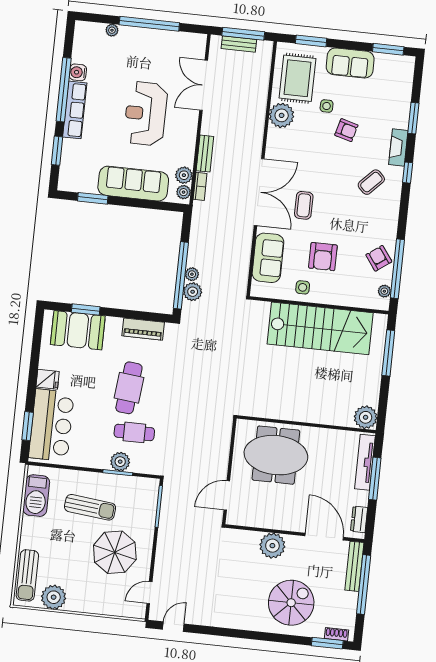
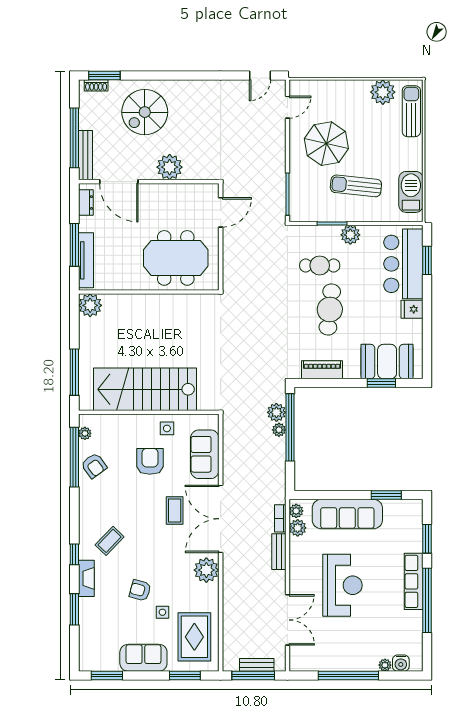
water cooler: (78, 72) -> (401, 663), moved, turned 90
plant: (282, 115) -> (206, 570), moved
plant: (120, 462) -> (350, 235), moved

